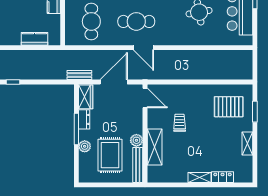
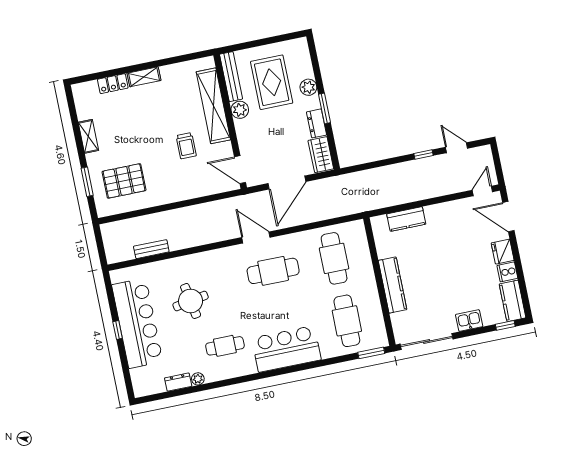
bench: (79, 75) -> (151, 249), moved
window: (76, 129) -> (324, 108), width x0.69
shelving: (155, 147) -> (213, 106), width x1.47

